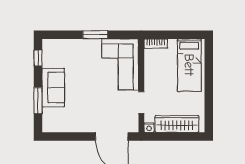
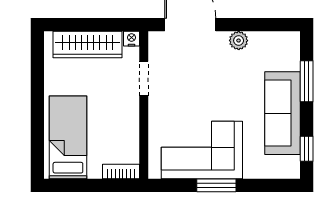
corner sofa: (120, 64) -> (202, 150), moved, turned -90
sofa: (53, 88) -> (282, 113), width x1.36
plant: (81, 127) -> (239, 41), added

